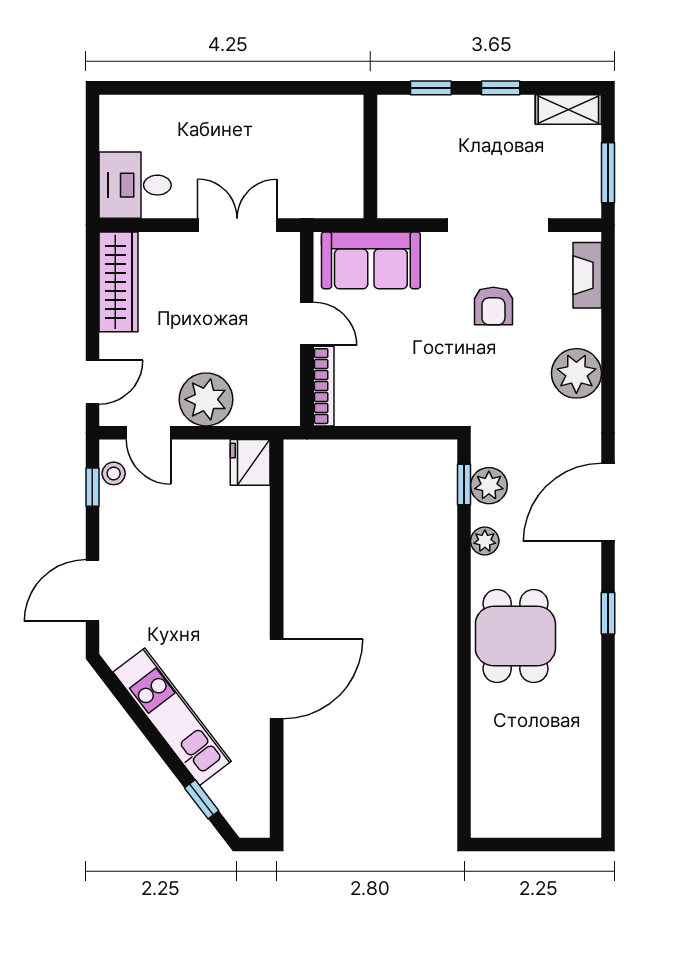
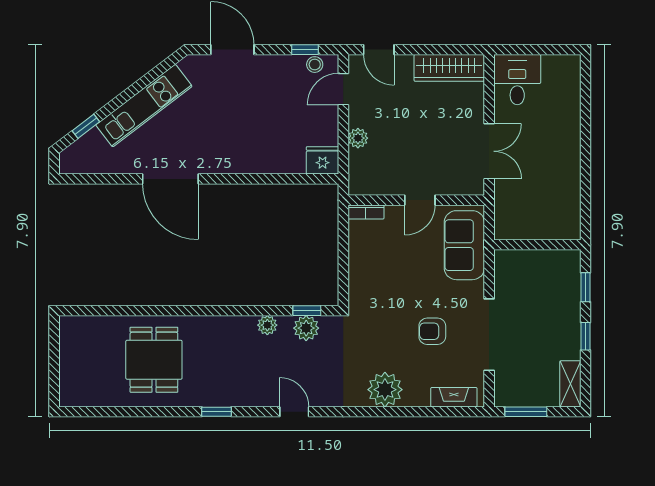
bookcase: (324, 386) -> (366, 212), width x0.64
plant: (206, 399) -> (358, 138), width x0.53, depth x0.53
door: (608, 502) -> (294, 412), width x0.53
dining table: (515, 636) -> (154, 360), moved, turned 90

